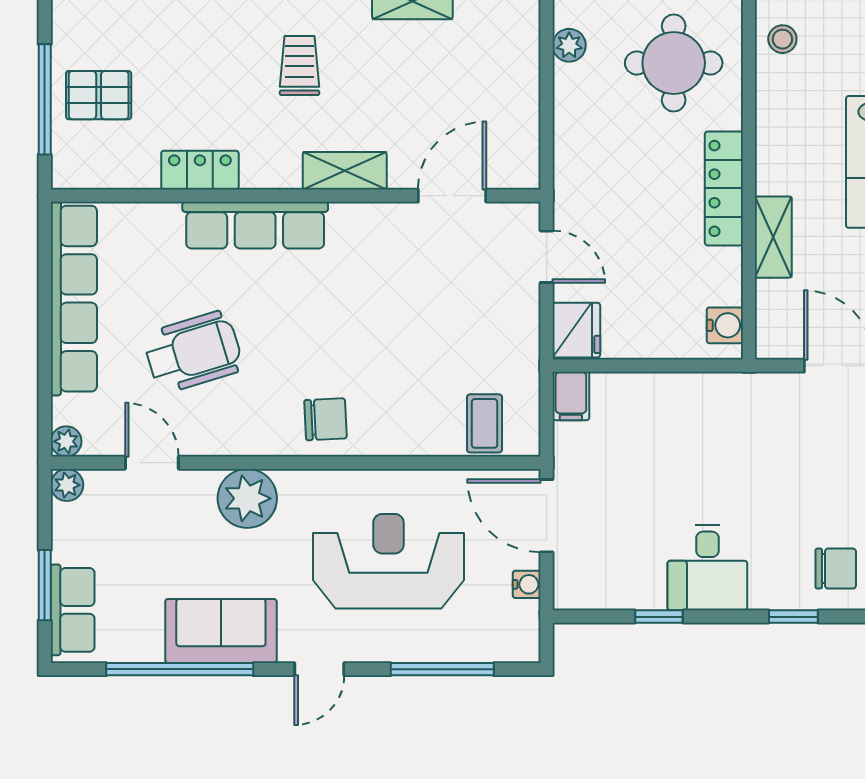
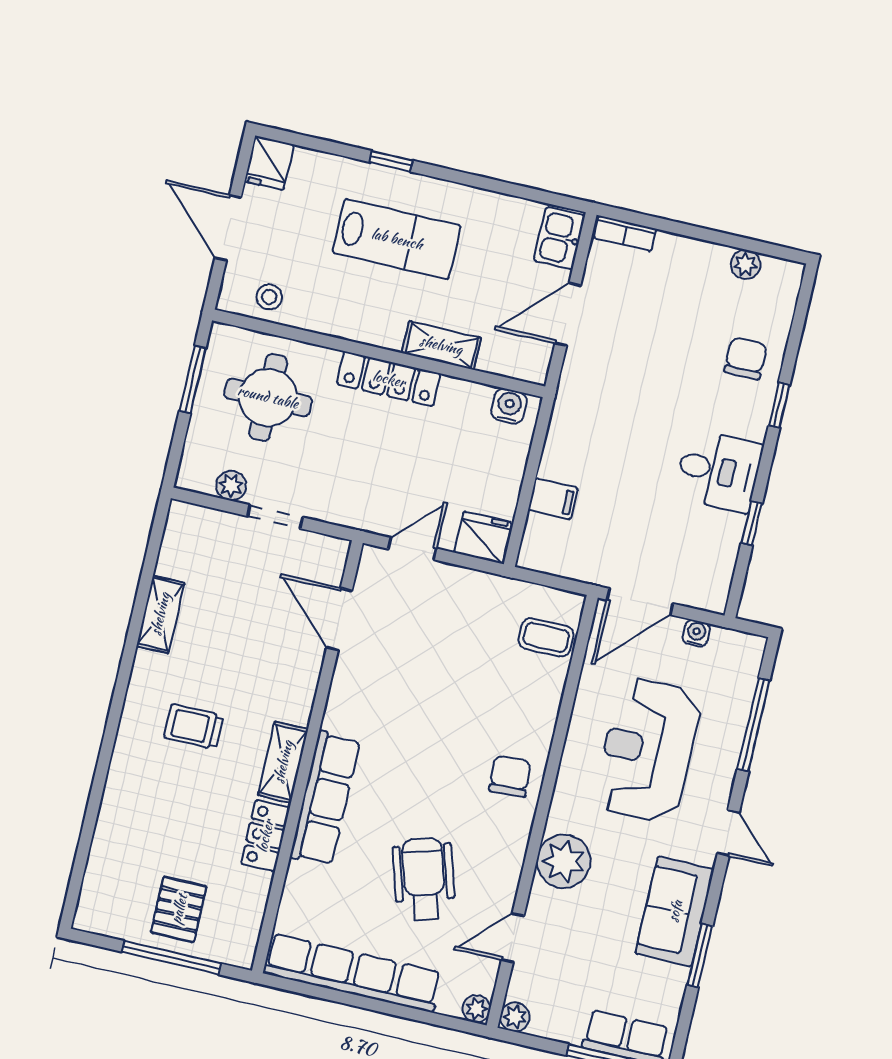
doorway: (547, 101) -> (275, 517), added
shelving: (345, 171) -> (283, 762), moved
filing cabinet: (571, 396) -> (553, 499), moved
window: (180, 669) -> (700, 955), width x0.47

